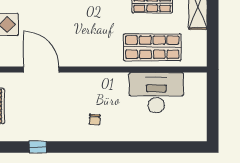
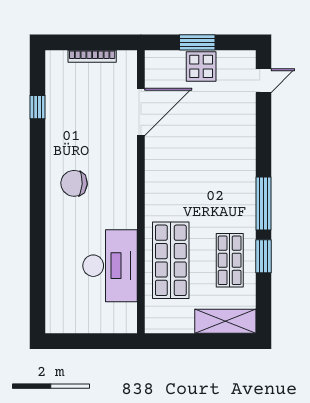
chair: (95, 120) -> (74, 183), width x1.87, depth x1.87

